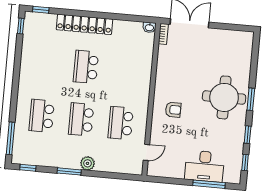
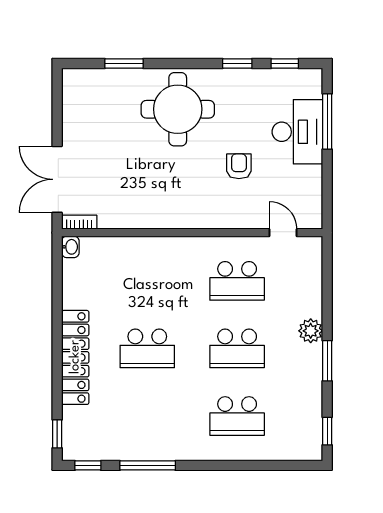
window: (251, 99) -> (124, 64), moved
armchair: (173, 110) -> (239, 166), moved
window: (10, 138) -> (148, 465), moved

